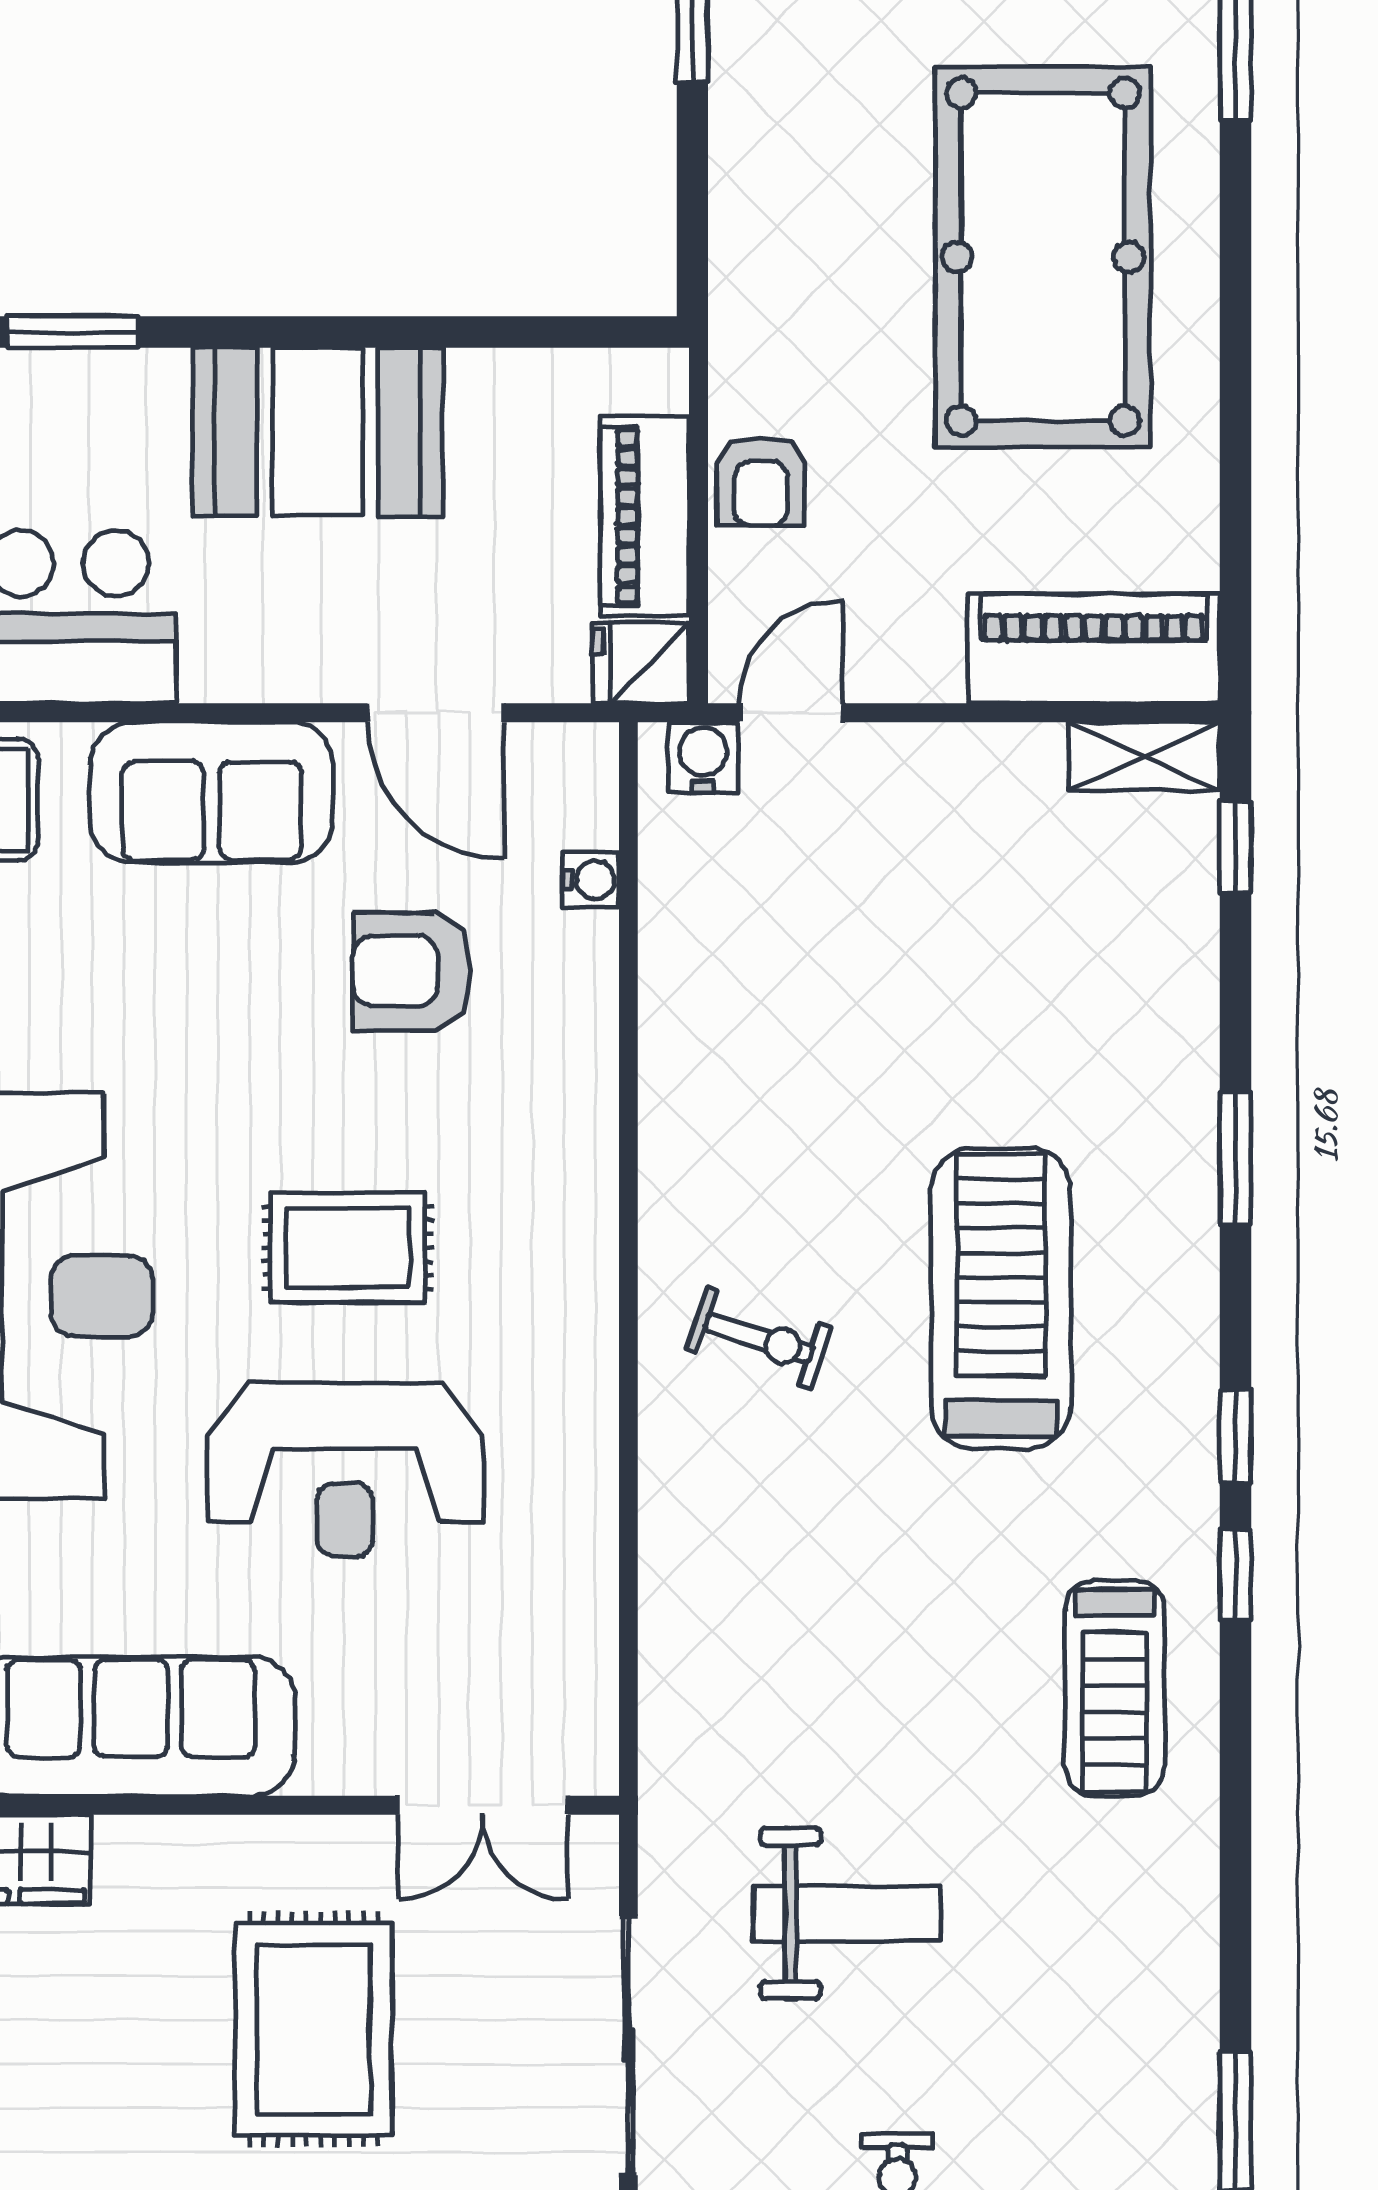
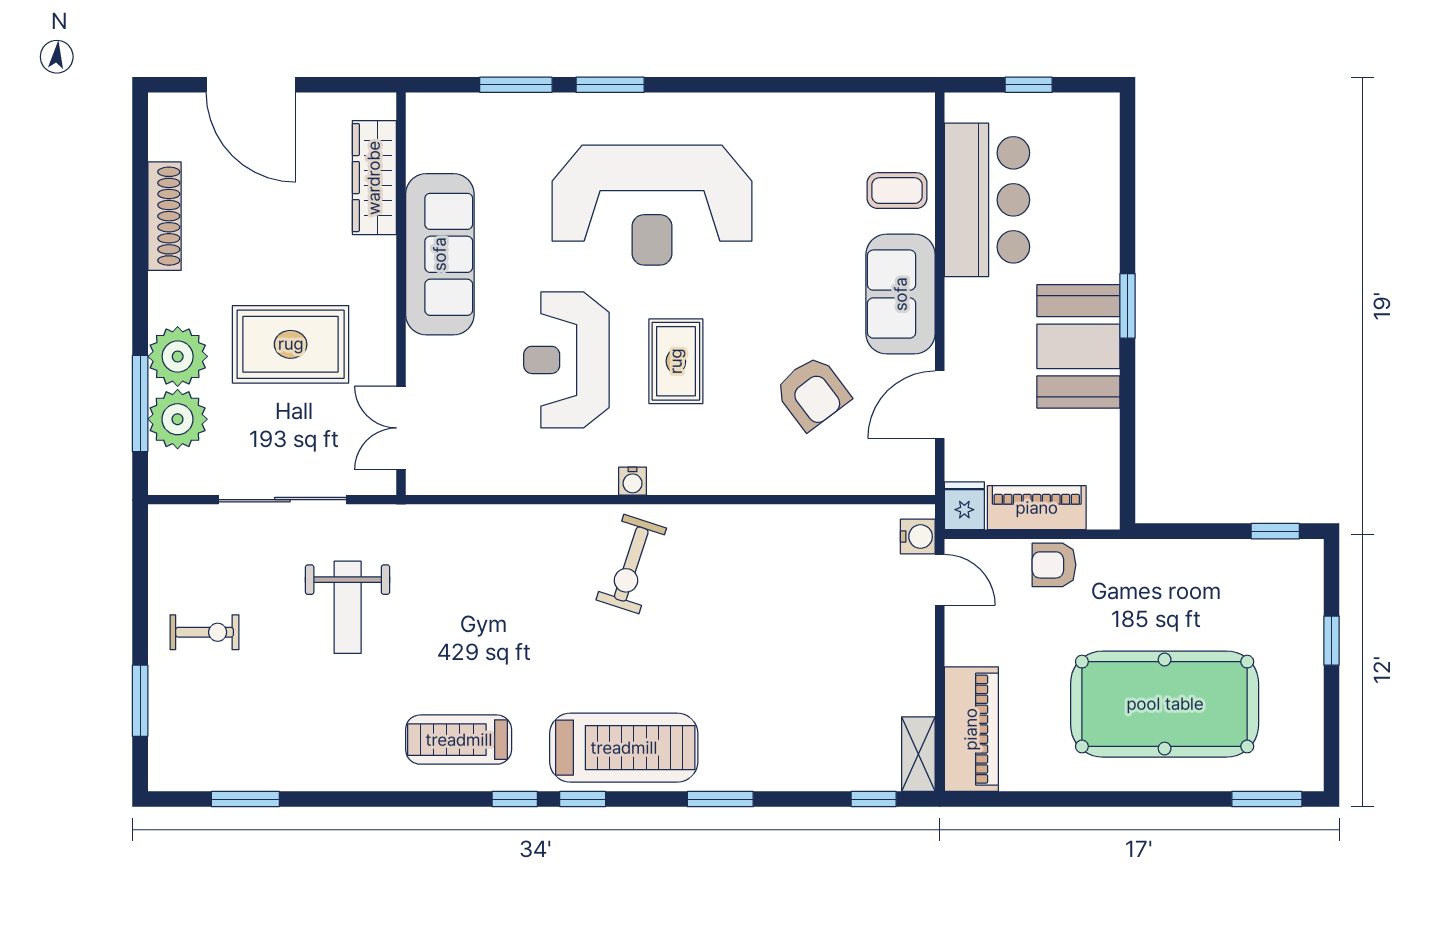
window: (73, 332) -> (1128, 306), moved
water cooler: (591, 880) -> (633, 481), moved
armchair: (412, 971) -> (812, 393), turned 143
treadmill: (1001, 1298) -> (624, 748), moved
exercise bike: (759, 1338) -> (631, 564), width x1.38, depth x1.39

